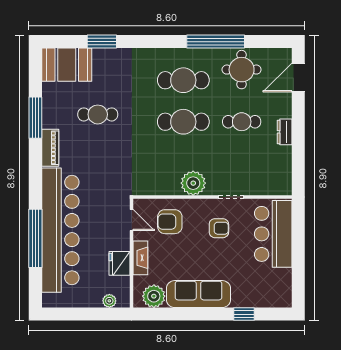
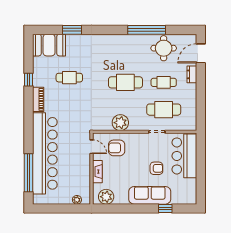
cafe table: (183, 80) -> (164, 110), moved
window: (35, 118) -> (28, 80), width x0.46
dresser: (285, 132) -> (192, 74), moved
plant: (193, 183) -> (120, 123), moved
armchair: (219, 228) -> (156, 168), moved
window: (35, 238) -> (28, 173), moved
fridge: (120, 263) -> (84, 175), removed
sofa: (198, 294) -> (150, 195), moved

